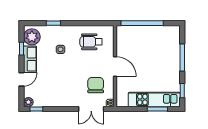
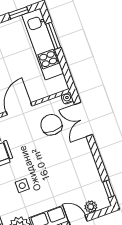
chair: (96, 85) -> (51, 125), turned 90
plant: (28, 102) -> (91, 207), moved
double door: (91, 109) -> (84, 119), swing flipped

